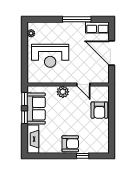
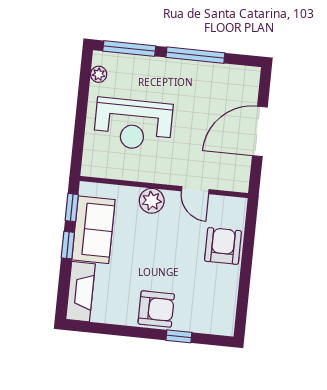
window: (45, 19) -> (129, 48), added
row of seats: (97, 27) -> (236, 76), removed
door: (112, 53) -> (260, 131), hinge flipped
armchair: (99, 110) -> (223, 246), turned 180

